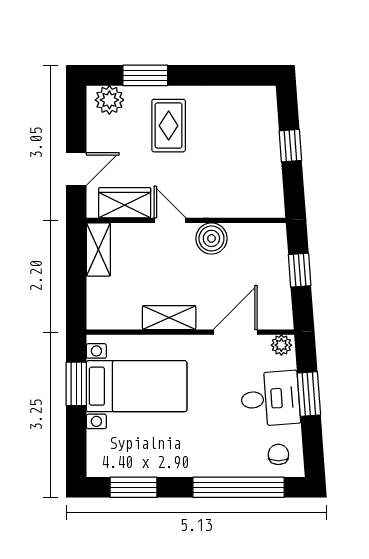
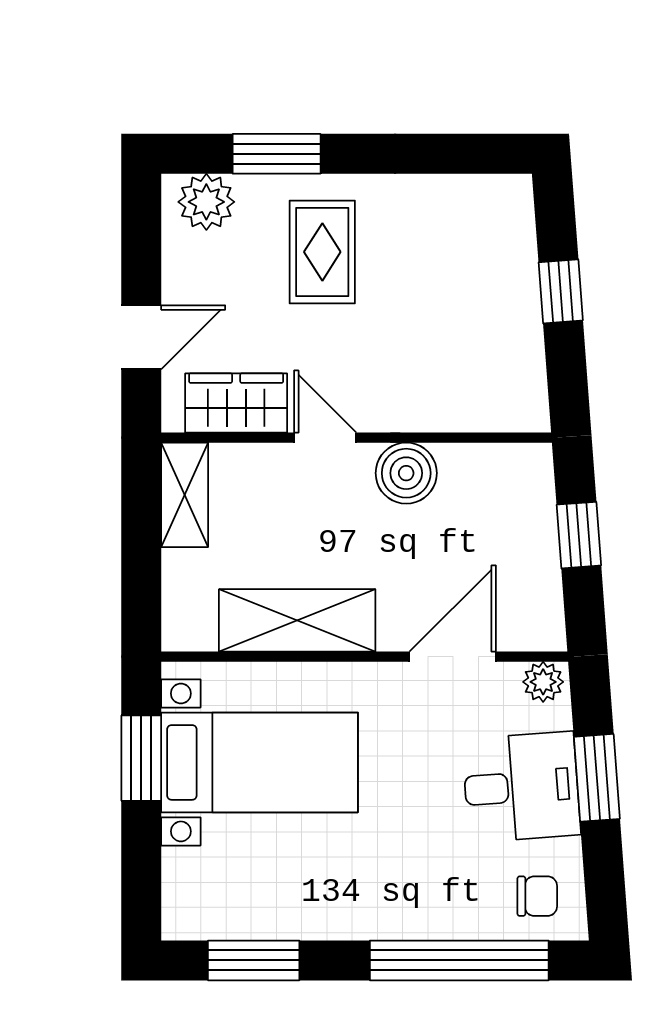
shelving: (169, 318) -> (297, 620), width x1.50, depth x1.33
chair: (278, 454) -> (537, 896), turned 90

